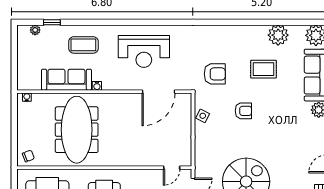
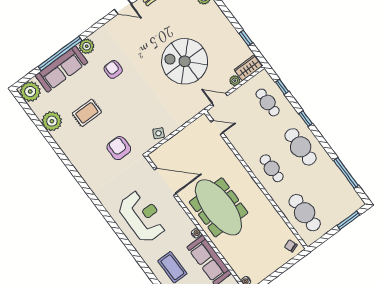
rug: (264, 69) -> (87, 113), turned 90
armchair: (243, 111) -> (113, 69), moved
meeting table: (77, 130) -> (219, 207), moved, turned 90

